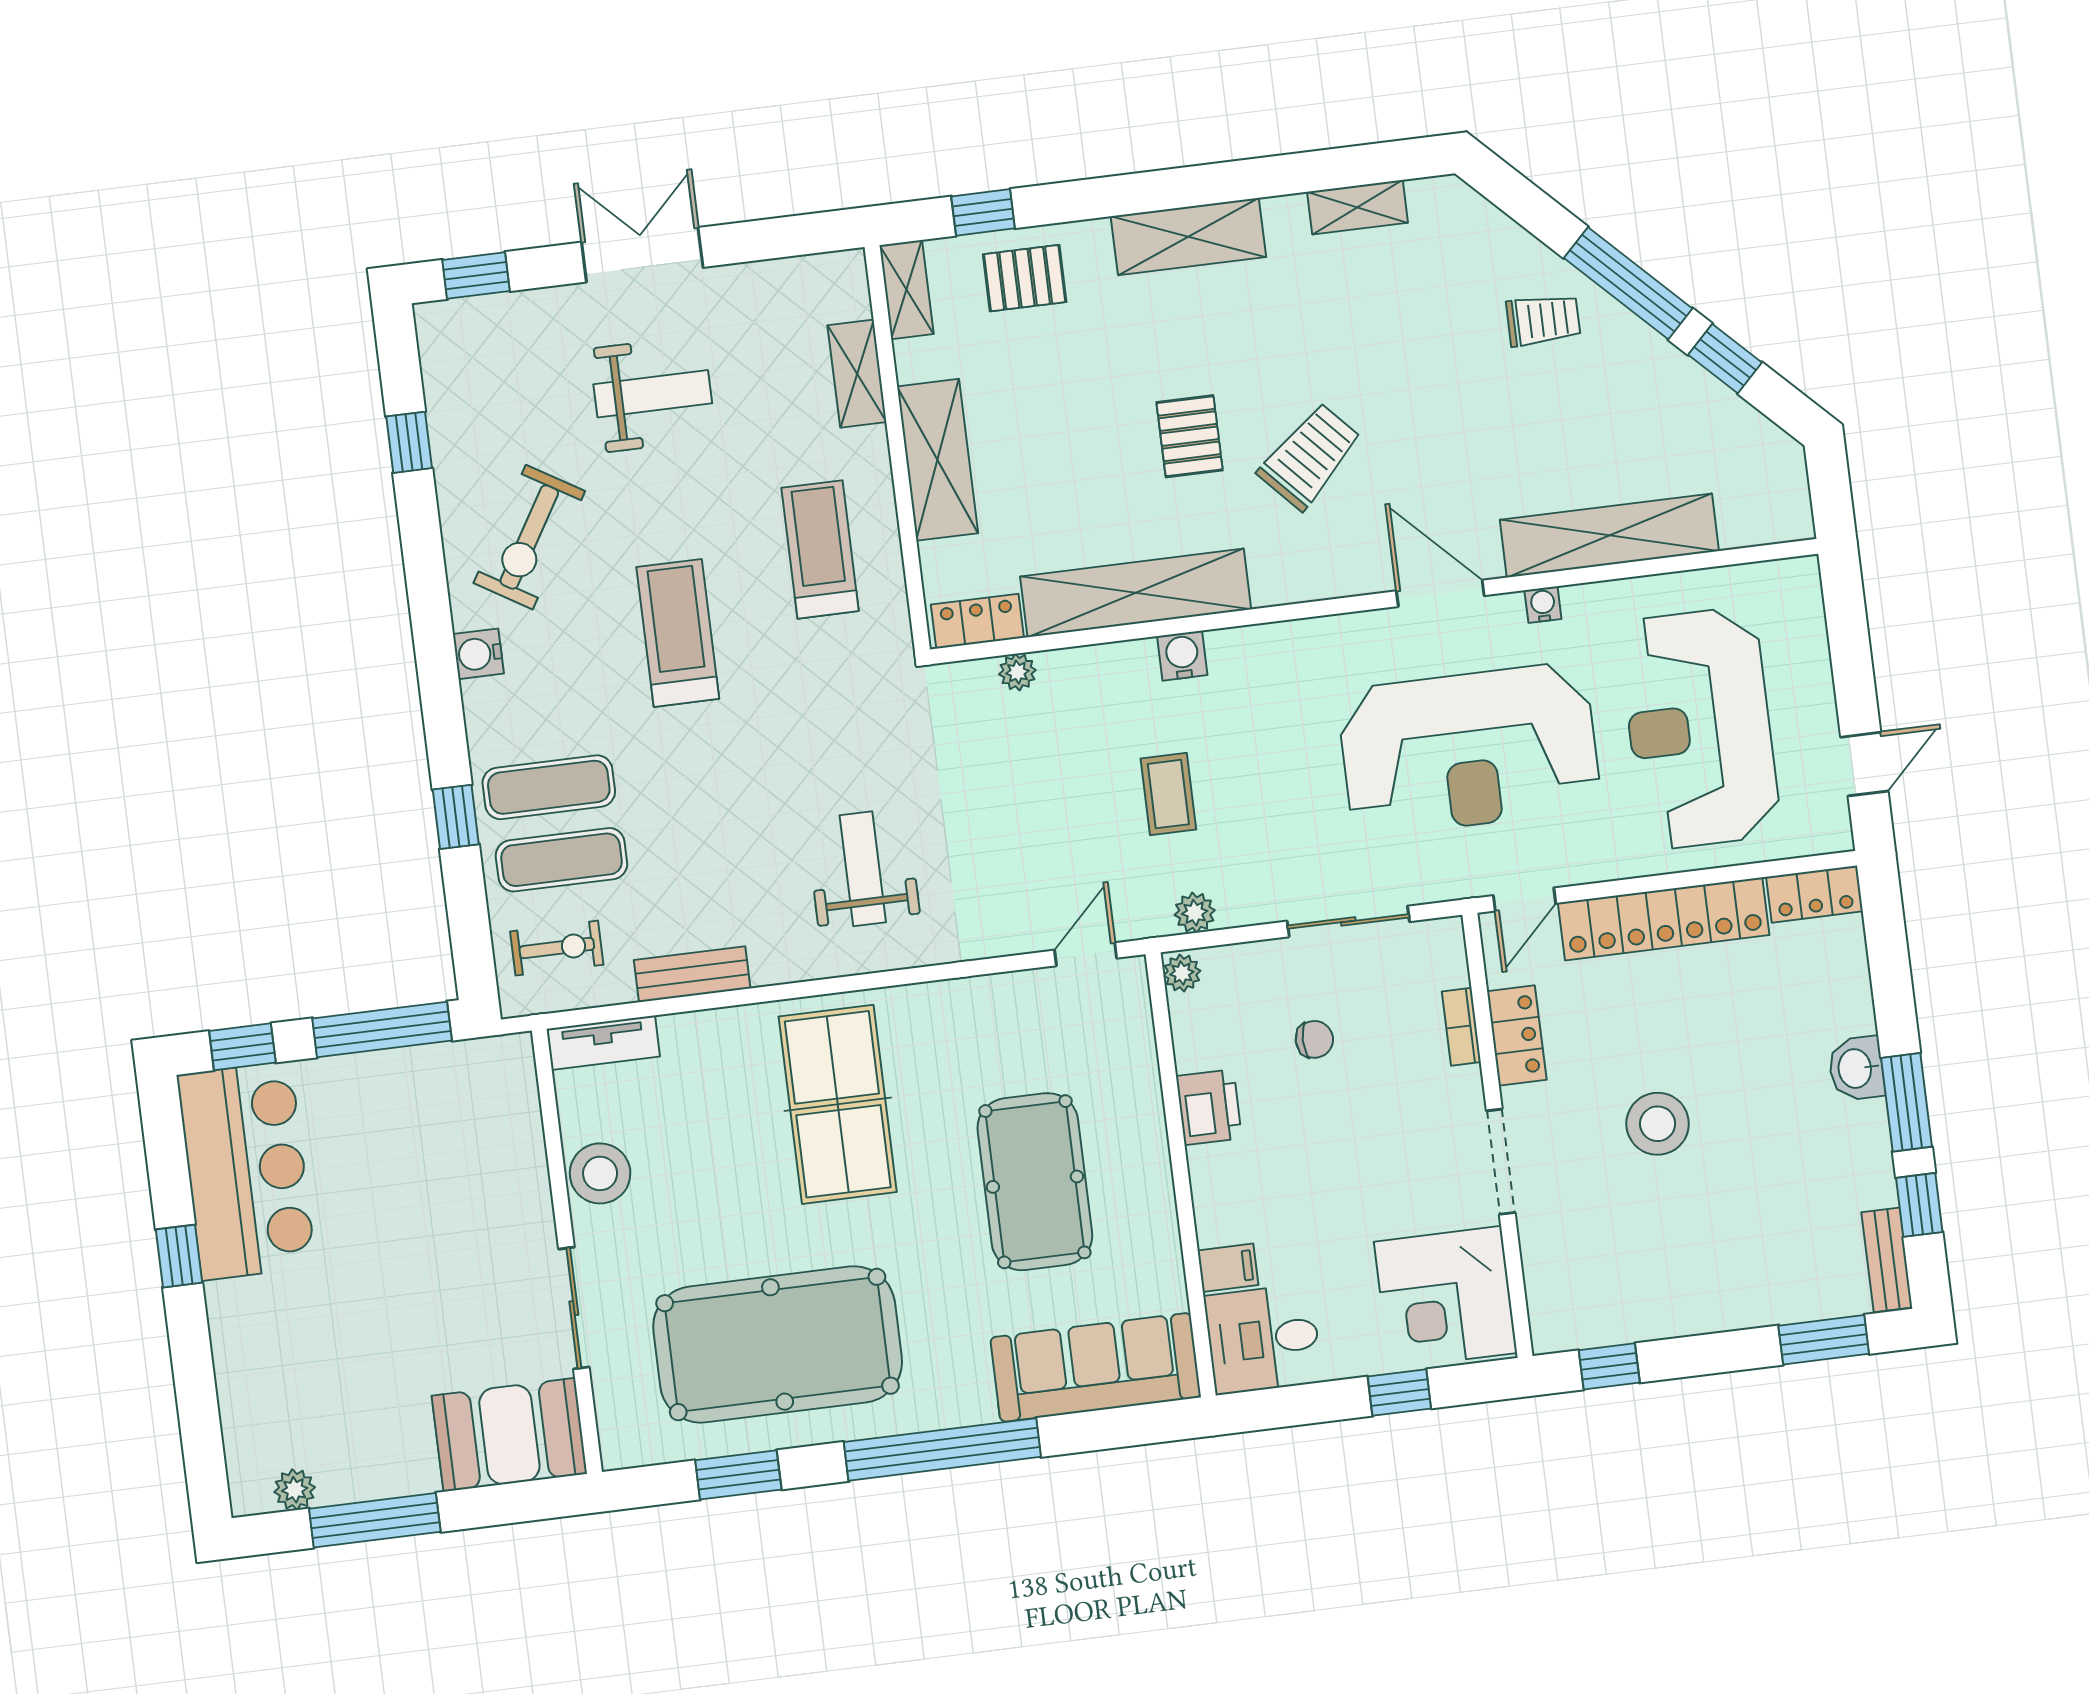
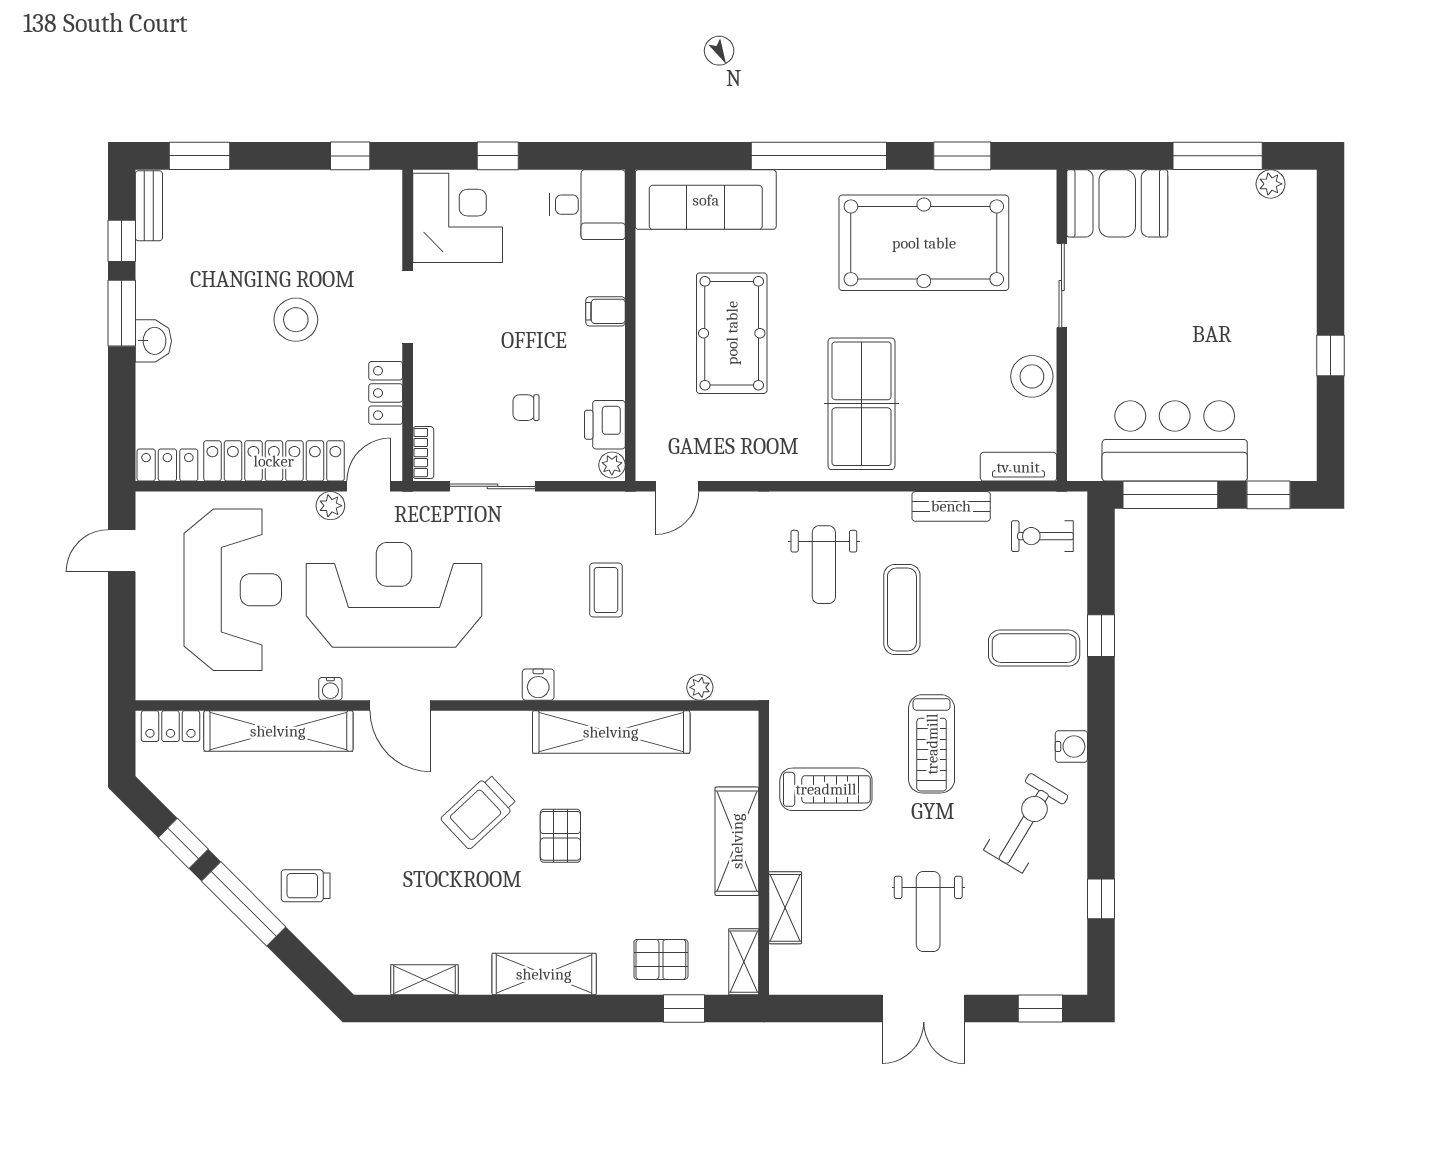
weight bench: (653, 394) -> (928, 911), turned -90
treadmill: (820, 549) -> (826, 789), turned -90
locker: (977, 621) -> (170, 726), moved
water cooler: (1182, 656) -> (538, 685), moved
exercise mat: (561, 860) -> (902, 609), moved, turned 90
plant: (1195, 913) -> (330, 506), moved
bookcase: (1461, 1027) -> (423, 453), moved
printer: (1209, 1107) -> (605, 425), moved
bar counter: (246, 1171) -> (1175, 441), moved, turned 90
filing cabinet: (1228, 1268) -> (606, 311), moved

